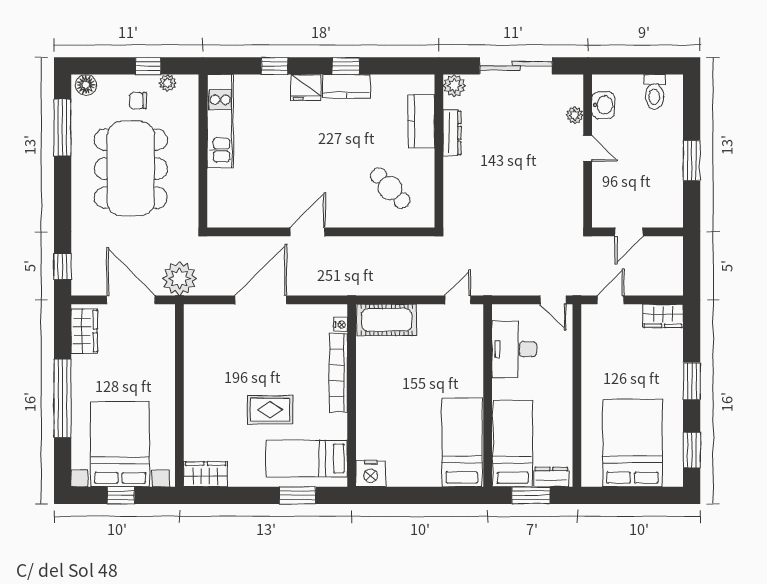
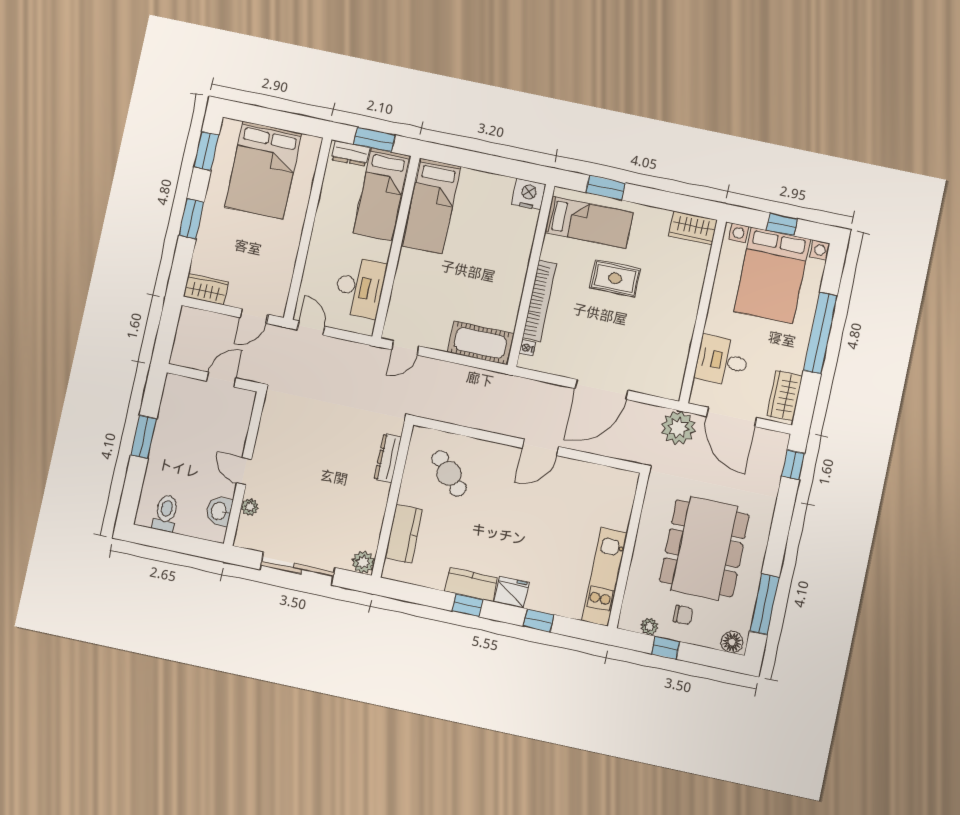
dresser: (452, 133) -> (388, 458), moved
desk: (151, 352) -> (722, 361), added

